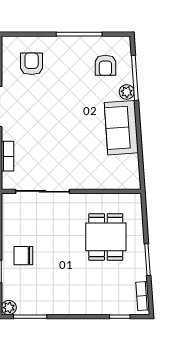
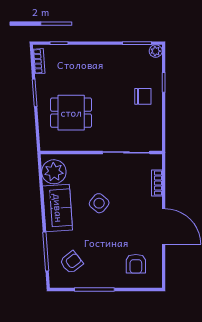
armchair: (105, 65) -> (71, 262), turned 52
plant: (127, 92) -> (54, 172), moved, width x1.88, depth x1.88
side table: (74, 133) -> (99, 203), added
dining table: (106, 237) -> (71, 113), turned 90

